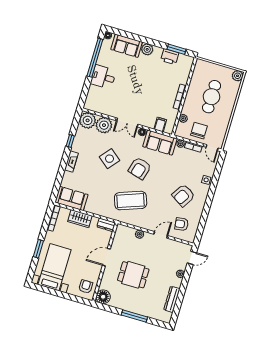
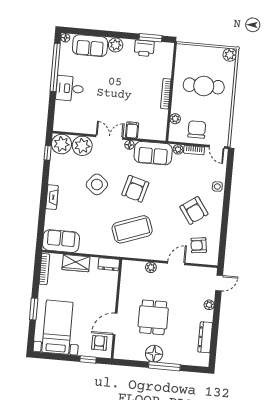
cafe table: (211, 97) -> (204, 86), turned 90
double door: (127, 123) -> (109, 137), swing flipped
filing cabinet: (160, 125) -> (132, 130), moved
window: (70, 141) -> (48, 153), moved
armchair: (183, 195) -> (194, 210), turned -67
door: (106, 257) -> (115, 324), moved
dining table: (133, 275) -> (153, 317), turned 90
floor lamp: (103, 297) -> (154, 354), moved
window: (74, 298) -> (88, 359), added

